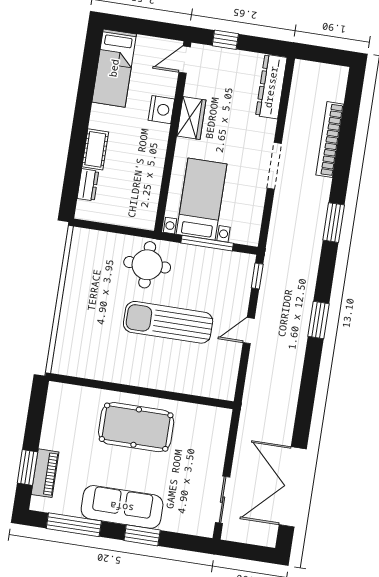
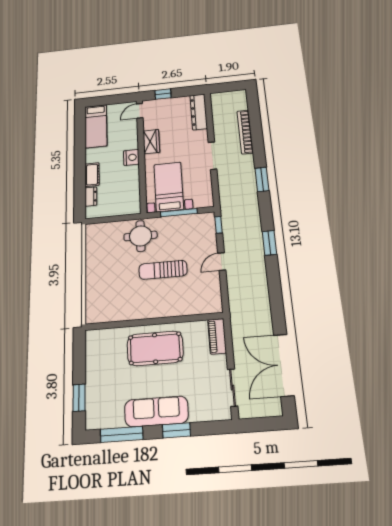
nightstand: (161, 110) -> (131, 157), moved
sun lounger: (168, 322) -> (163, 270), width x0.73, depth x0.75
piano: (45, 473) -> (217, 336), moved, turned 180

